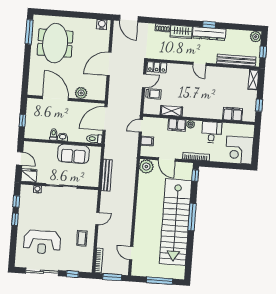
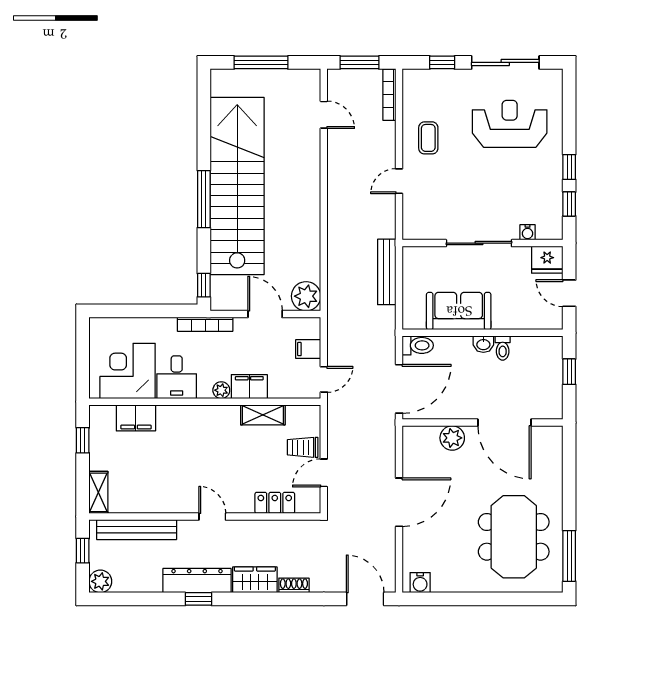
locker: (157, 67) -> (275, 503), moved
corner desk: (239, 150) -> (128, 371), moved, turned -90

